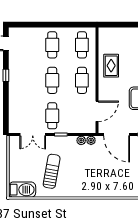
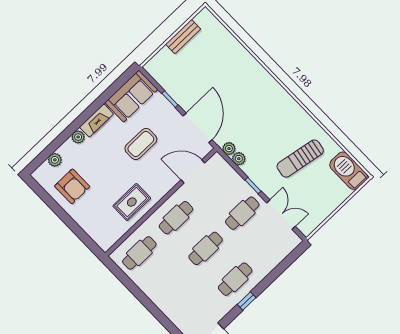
cafe table: (52, 45) -> (235, 279), moved

